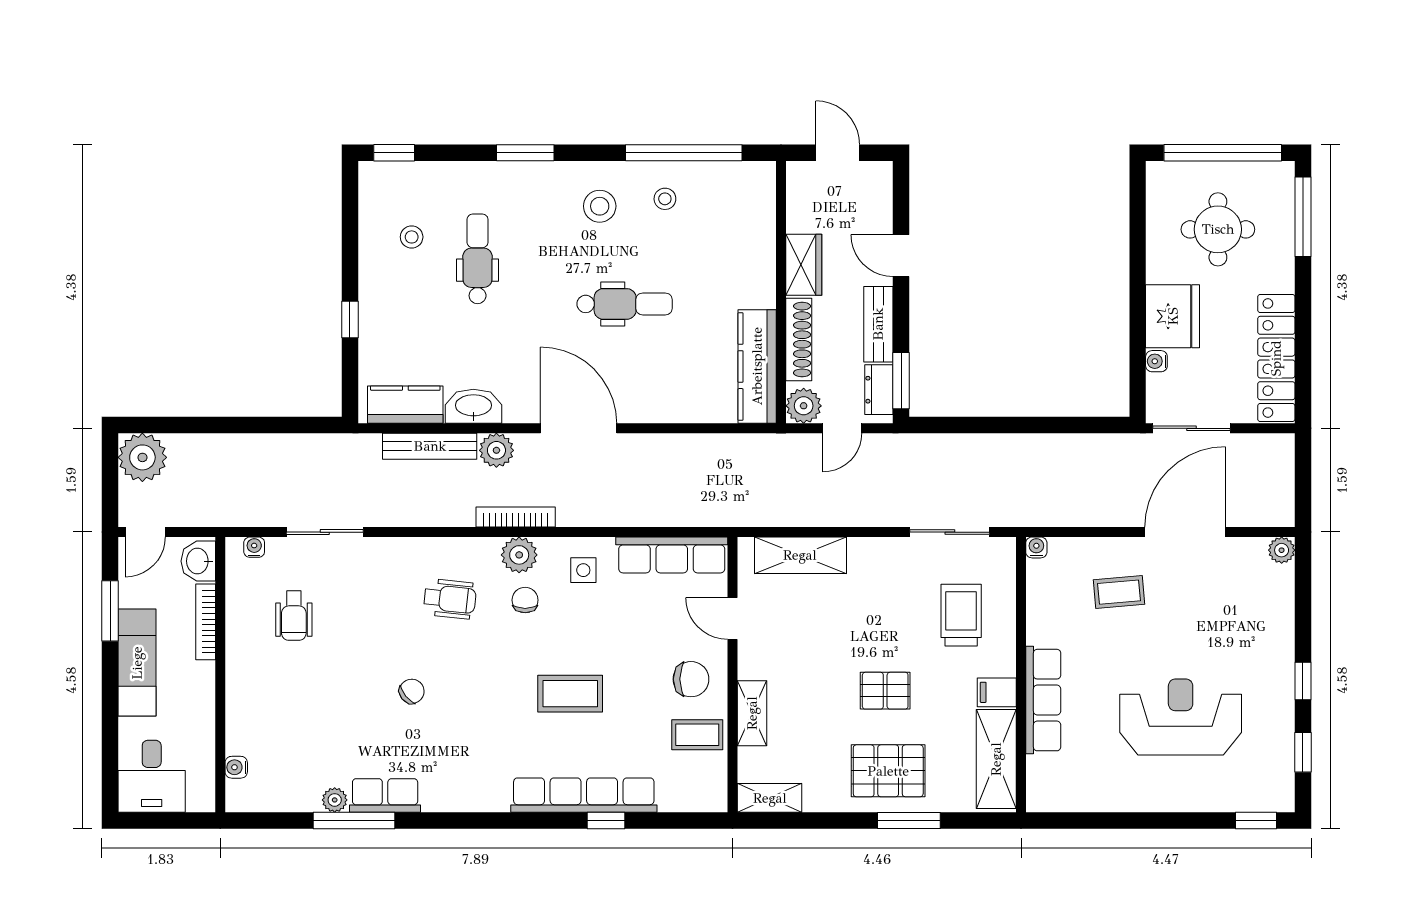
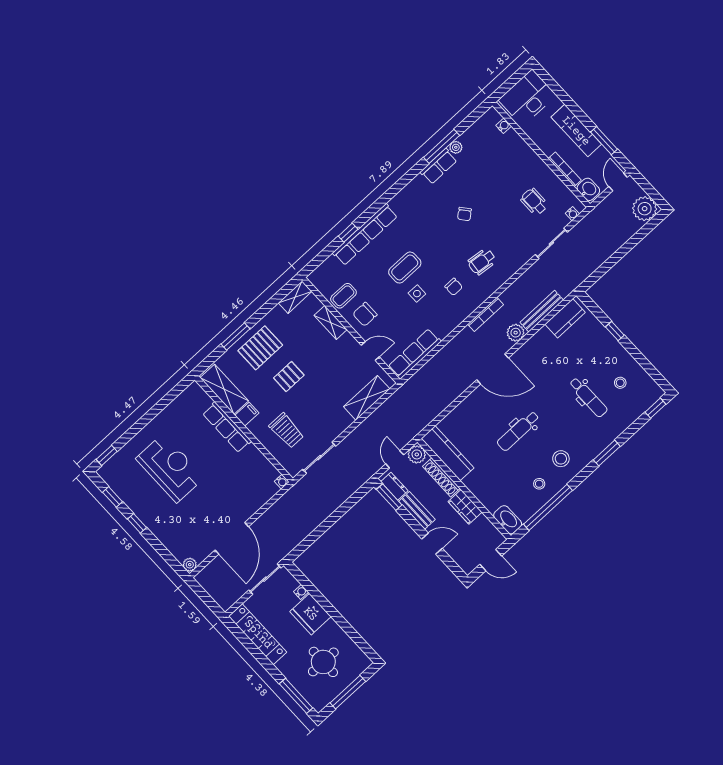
window: (1223, 153) -> (348, 692), width x0.68
washbasin: (473, 406) -> (508, 520), moved, turned -90
plant: (519, 555) -> (471, 302), removed
side table: (583, 570) -> (417, 294), moved
coffee table: (1119, 592) -> (236, 493), removed
reception desk: (1181, 717) -> (170, 468), turned -90
desk: (152, 776) -> (527, 98), width x1.37

